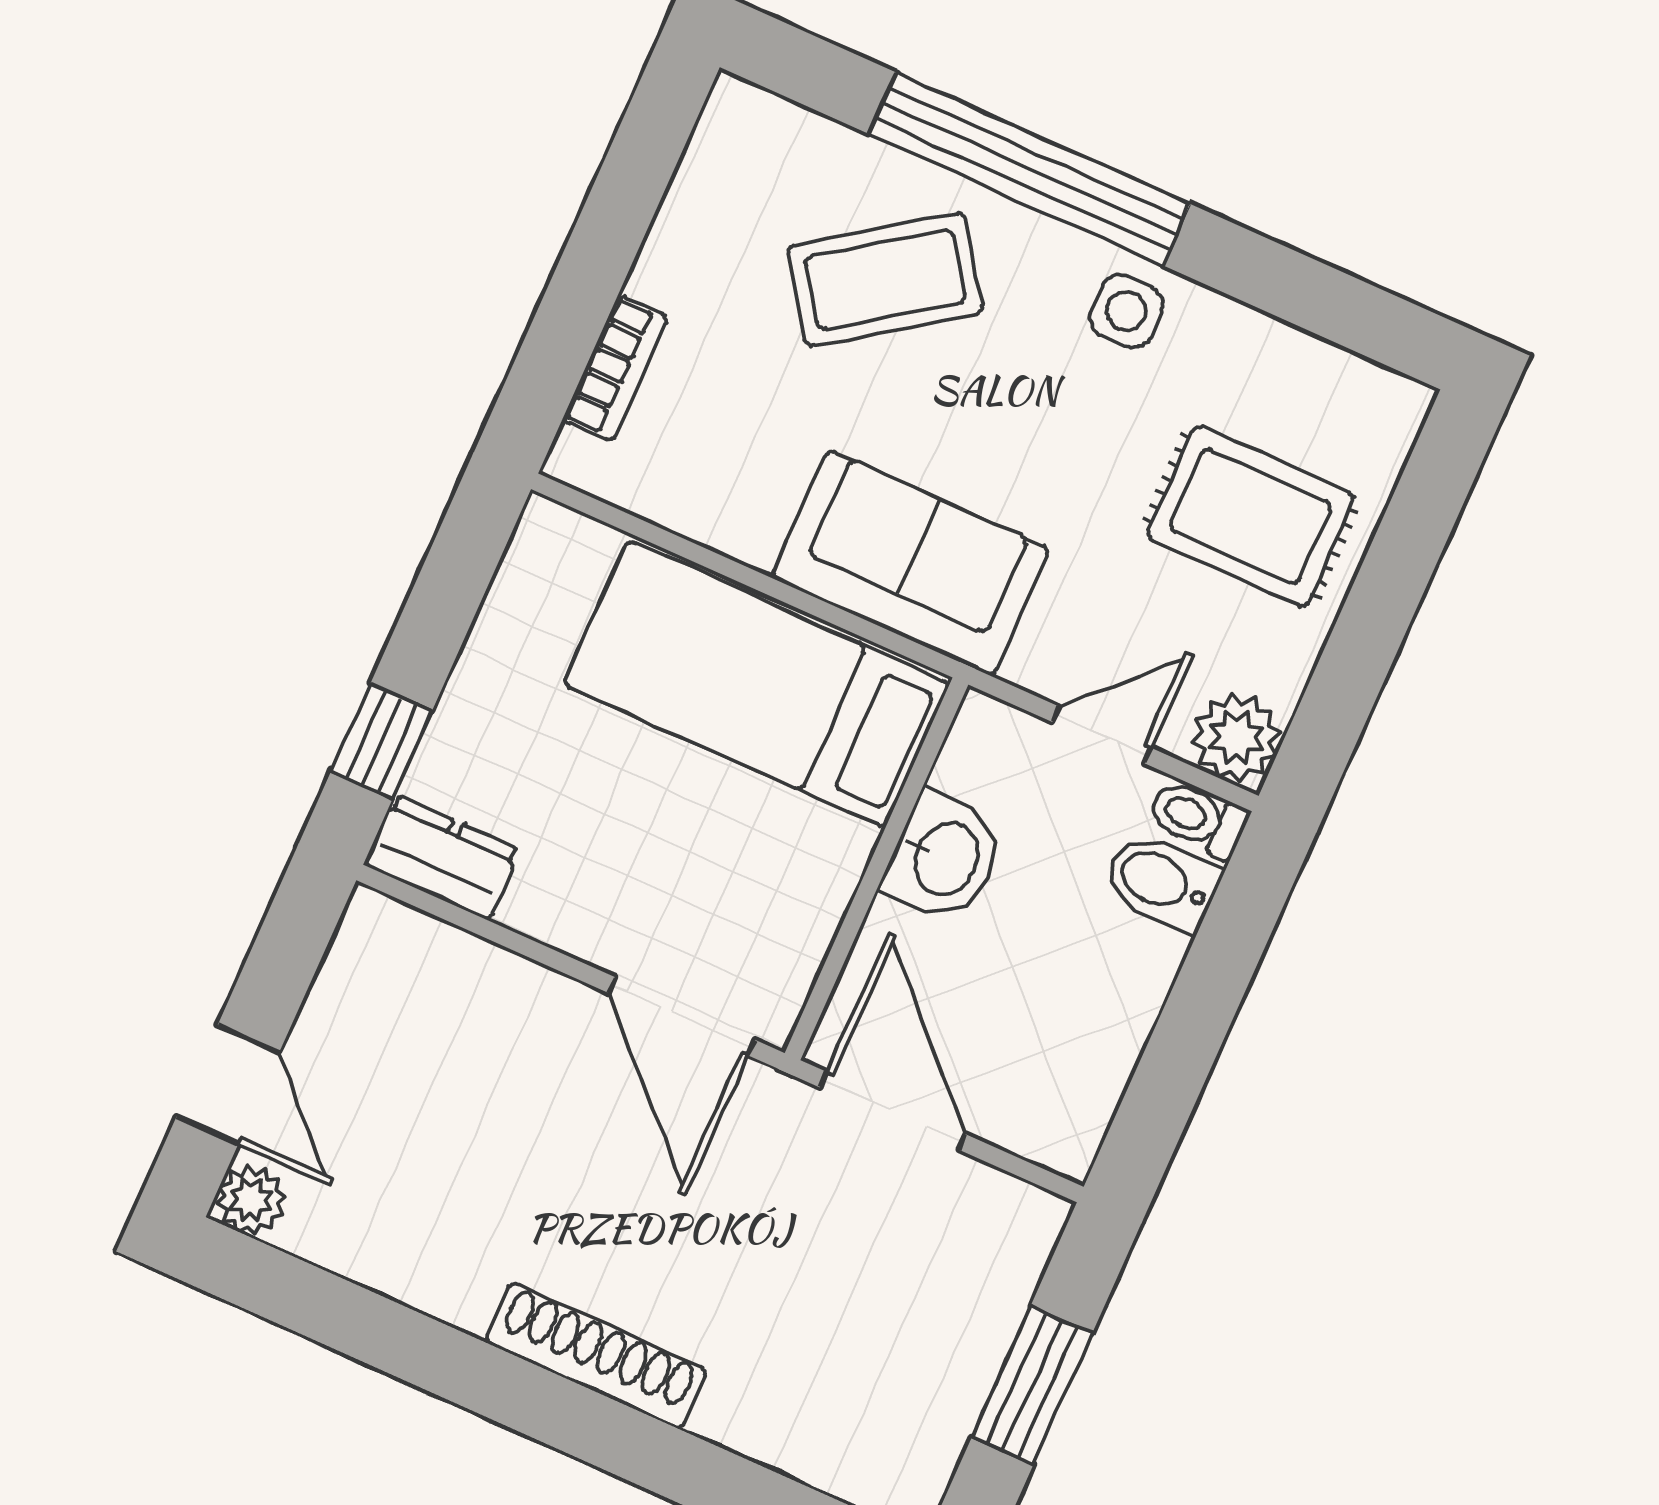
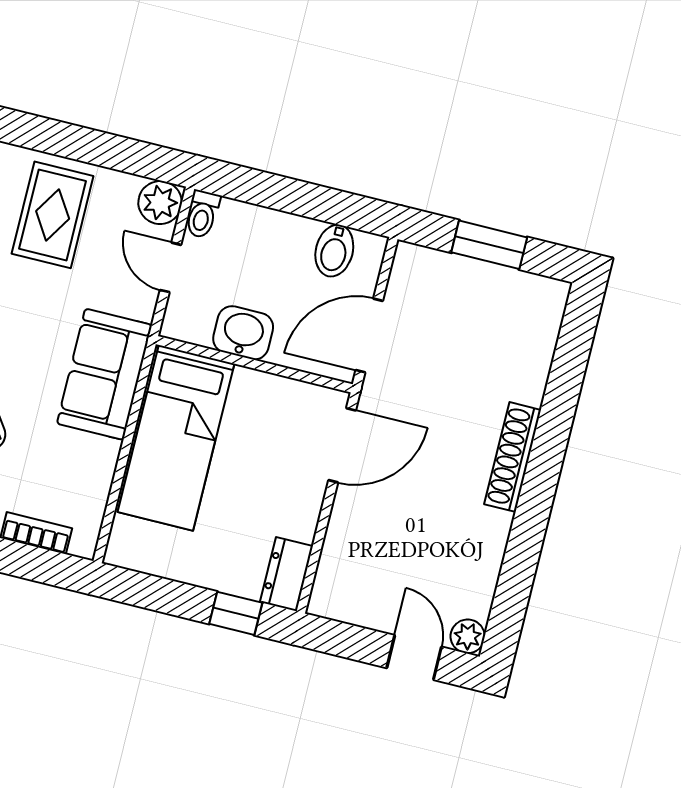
bidet: (1161, 882) -> (334, 251), moved
door: (228, 1084) -> (414, 657), hinge flipped

